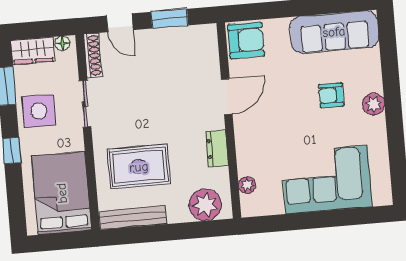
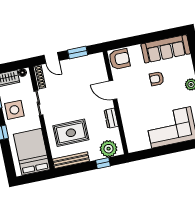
armchair: (331, 95) -> (157, 79), moved
door: (227, 97) -> (113, 90), swing flipped
plant: (247, 185) -> (129, 136), removed
window: (192, 230) -> (103, 163), added

